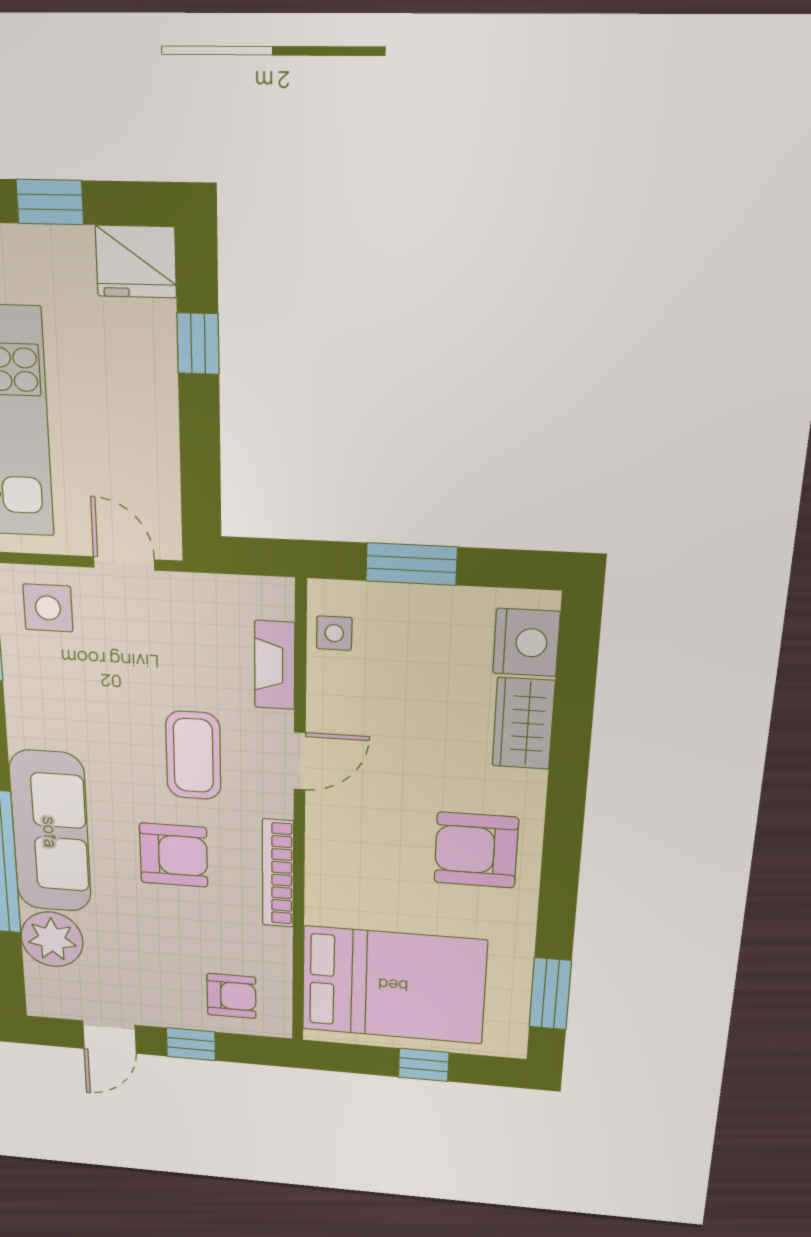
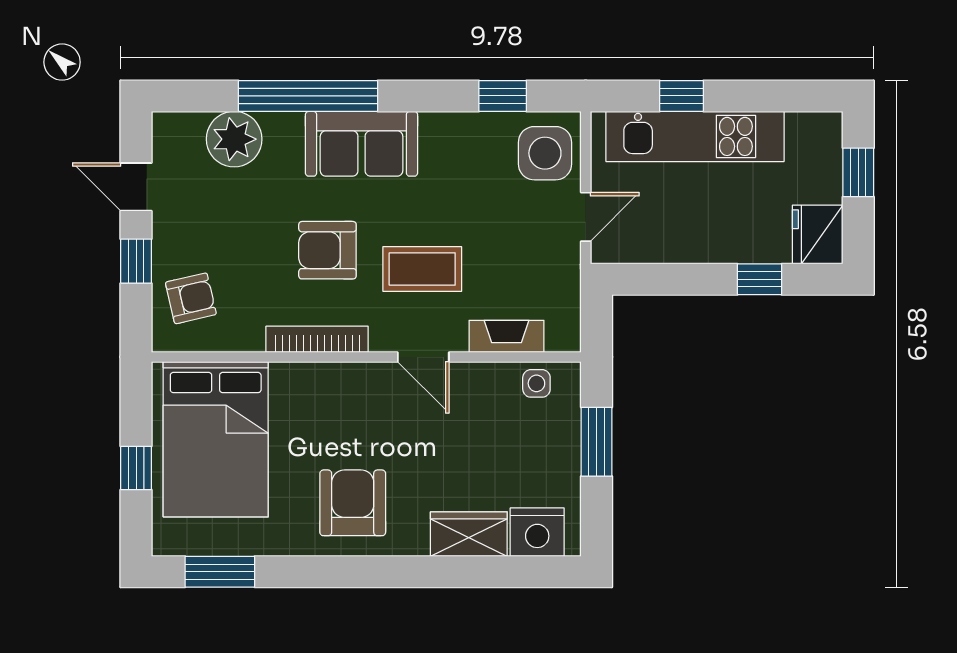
side table: (48, 608) -> (545, 153), width x1.37, depth x1.37
sofa: (50, 832) -> (362, 144), width x0.73
armchair: (174, 855) -> (327, 250), turned 90
armchair: (231, 996) -> (191, 298), turned -103

